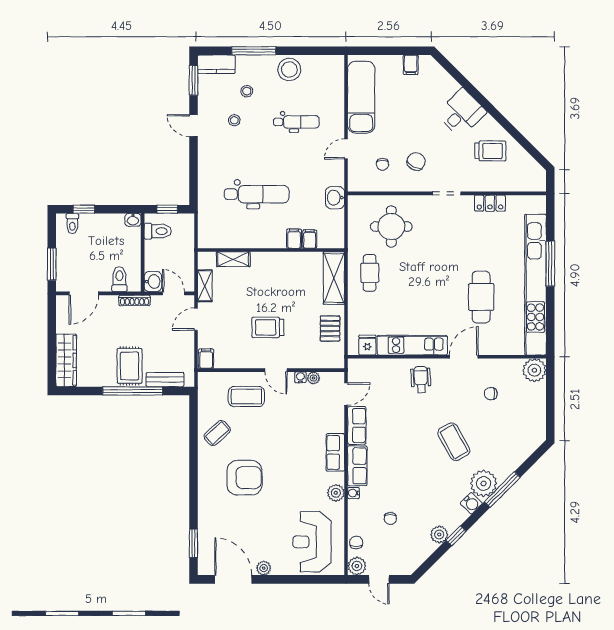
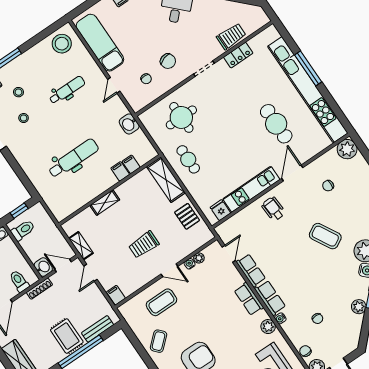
stool: (289, 70) -> (62, 44), moved
trolley: (490, 151) -> (231, 36), moved
chair: (416, 162) -> (168, 61), turned 135
shelving: (233, 259) -> (105, 203), moved

